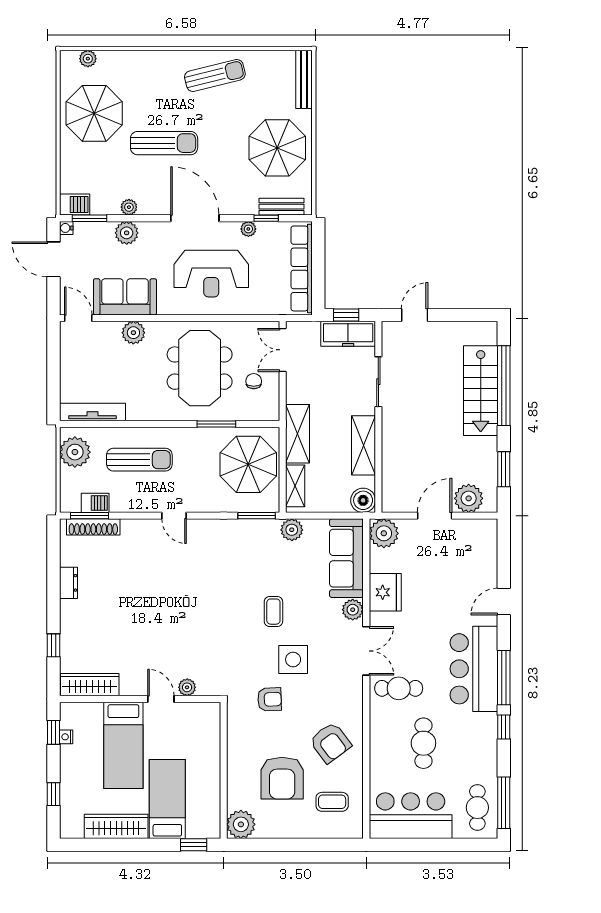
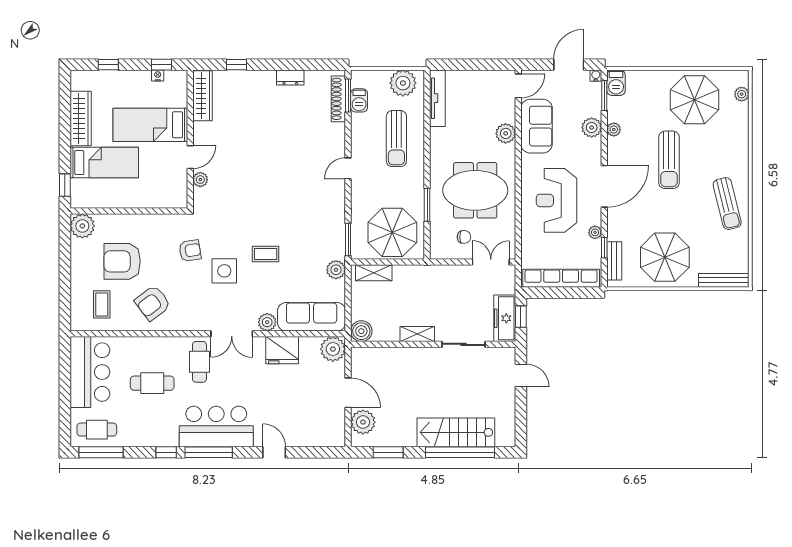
shelving: (297, 434) -> (419, 275), removed
shelving: (363, 445) -> (417, 334), width x0.67, depth x0.75
armchair: (270, 699) -> (190, 251), turned -97

